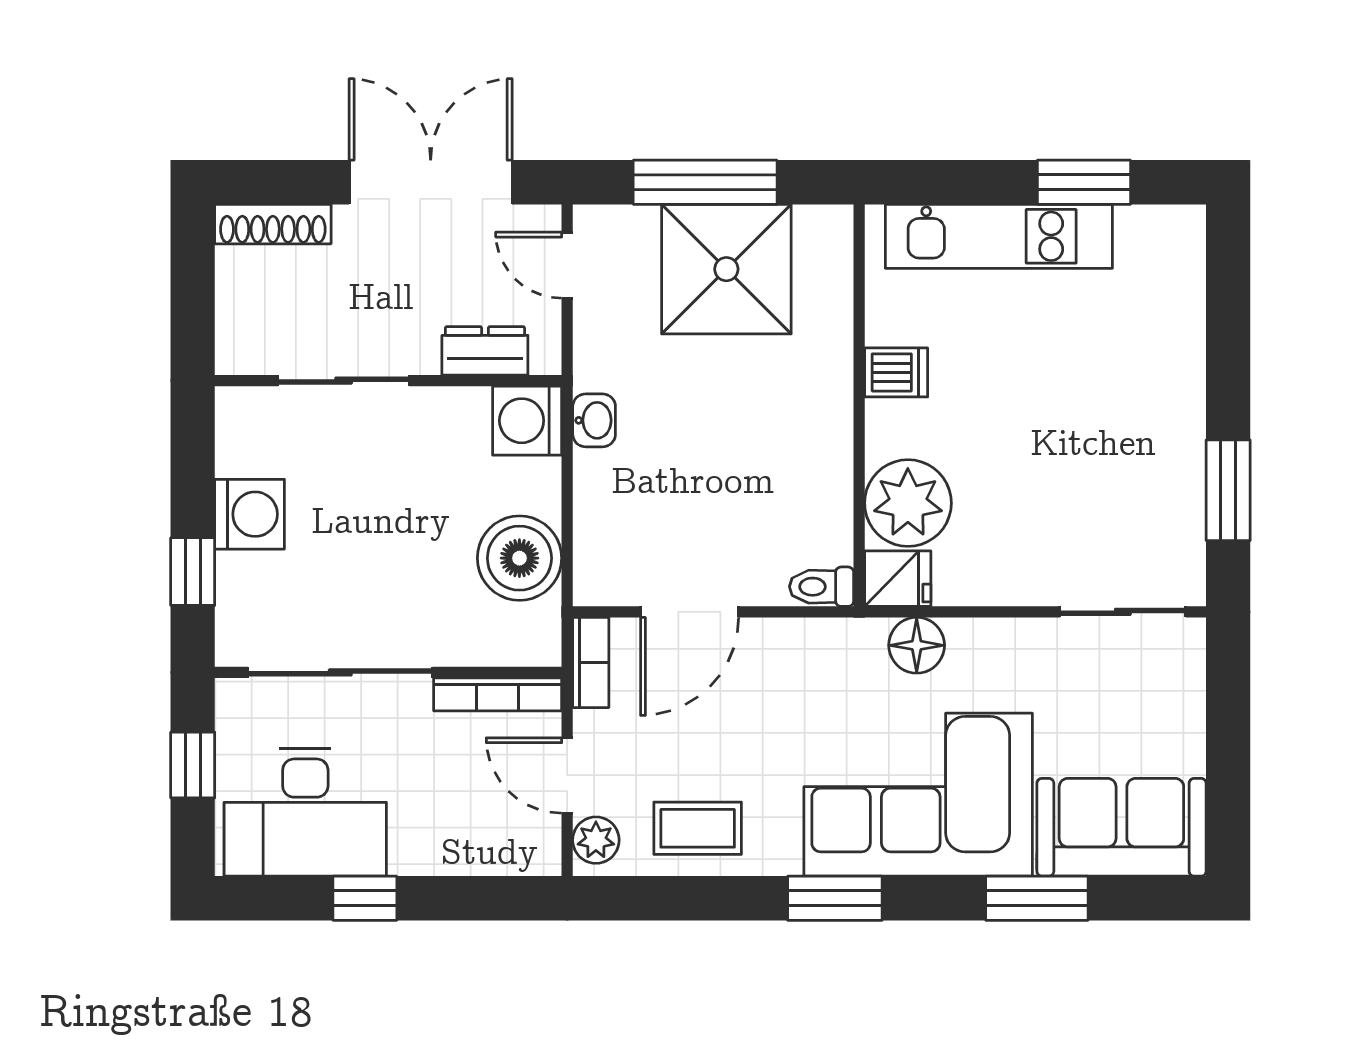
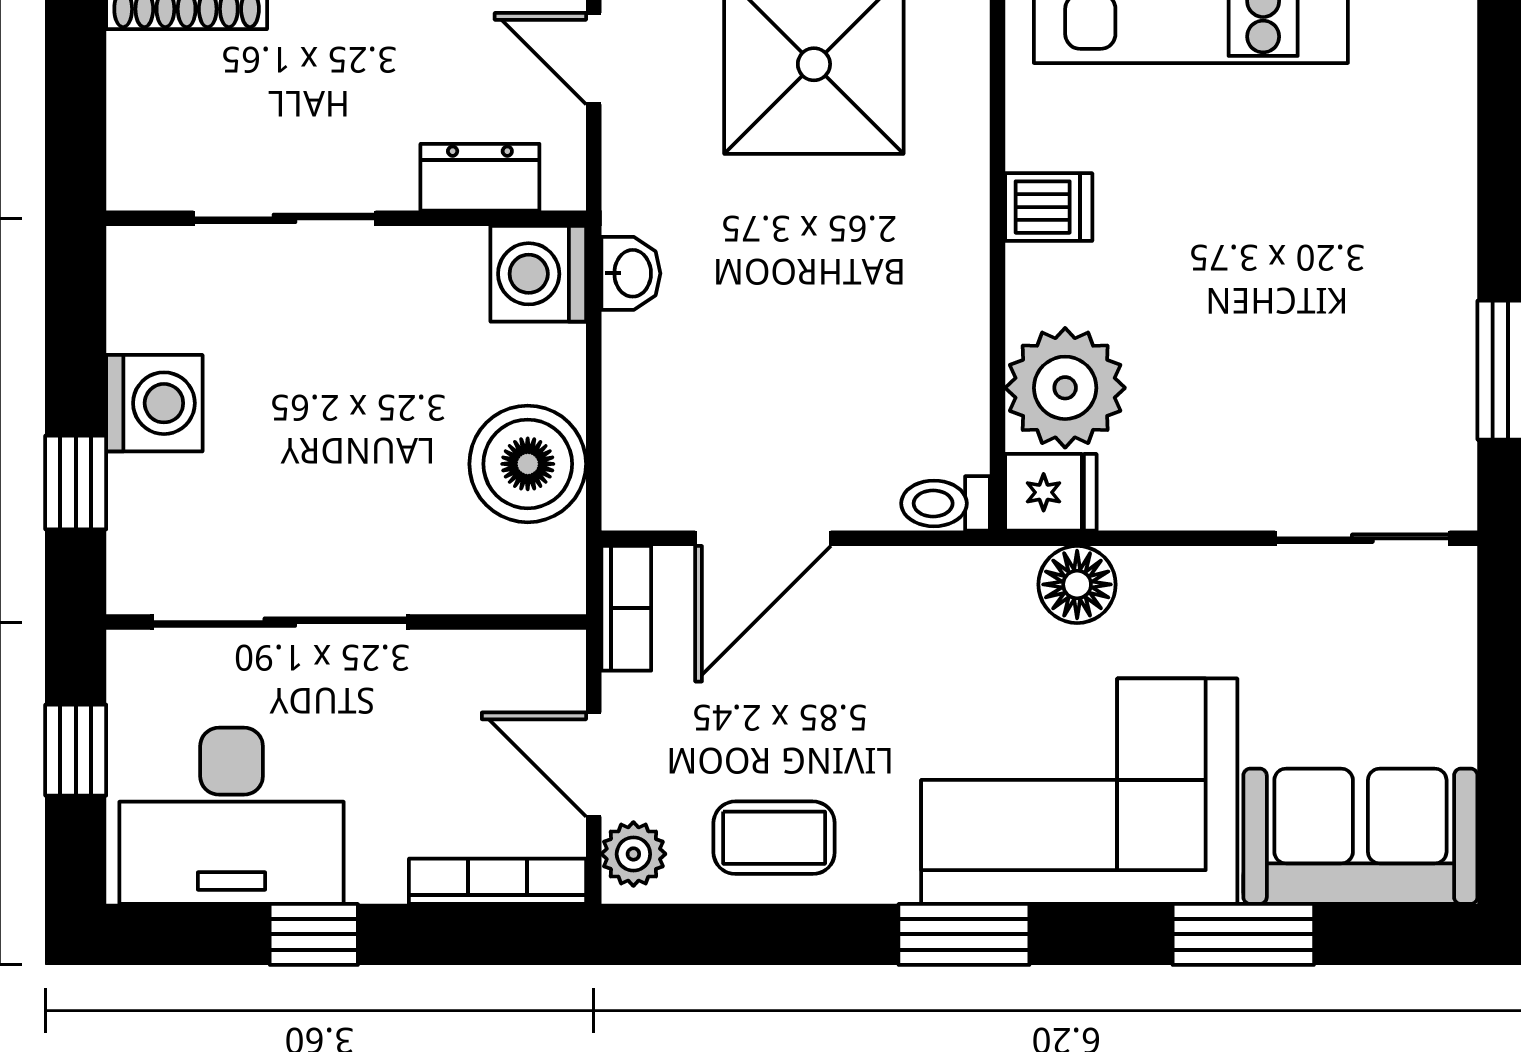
bookcase: (498, 694) -> (497, 881), moved, turned 180

